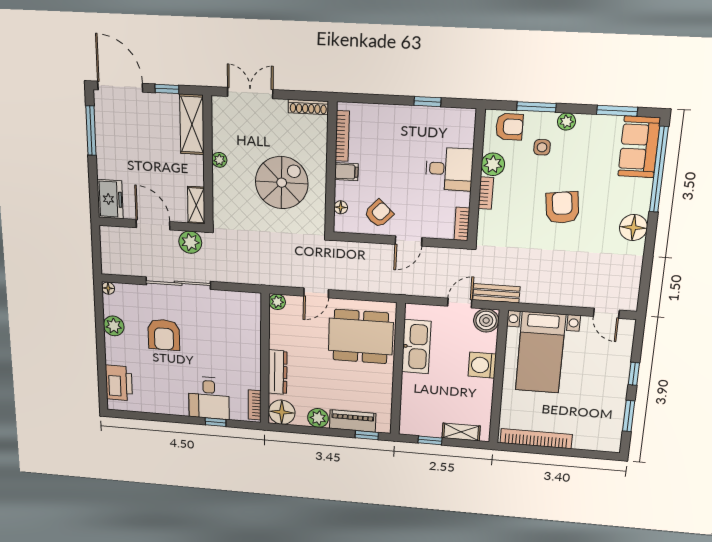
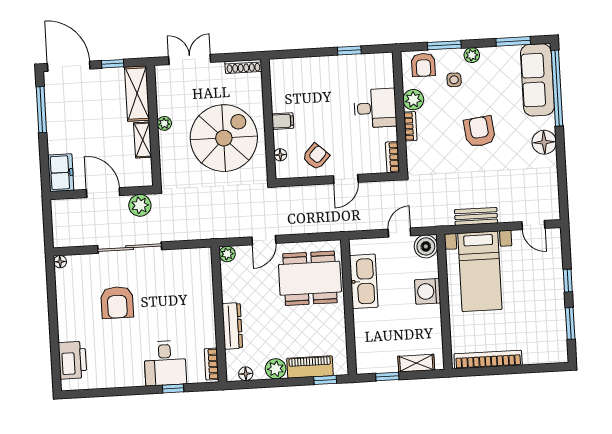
armchair: (509, 127) -> (423, 65), turned 90
bookcase: (342, 136) -> (276, 89), removed
sofa: (639, 147) -> (537, 80), width x1.36
spiral stairs: (282, 183) -> (224, 138), width x1.37, depth x1.37
shelving: (196, 205) -> (143, 140), moved
bench: (496, 293) -> (476, 216), moved
plant: (114, 326) -> (66, 300), removed
floor lamp: (282, 412) -> (246, 374), width x0.53, depth x0.53

